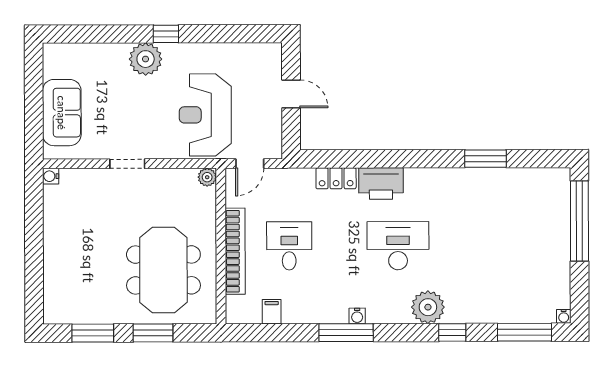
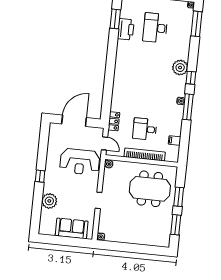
plant: (146, 59) -> (49, 201), moved
door: (291, 94) -> (74, 121), width x1.88
window: (485, 159) -> (115, 19), moved
locker: (336, 178) -> (114, 121), moved
printer: (381, 183) -> (126, 29), moved
desk: (398, 246) -> (155, 28), moved
window: (452, 332) -> (191, 78), moved

